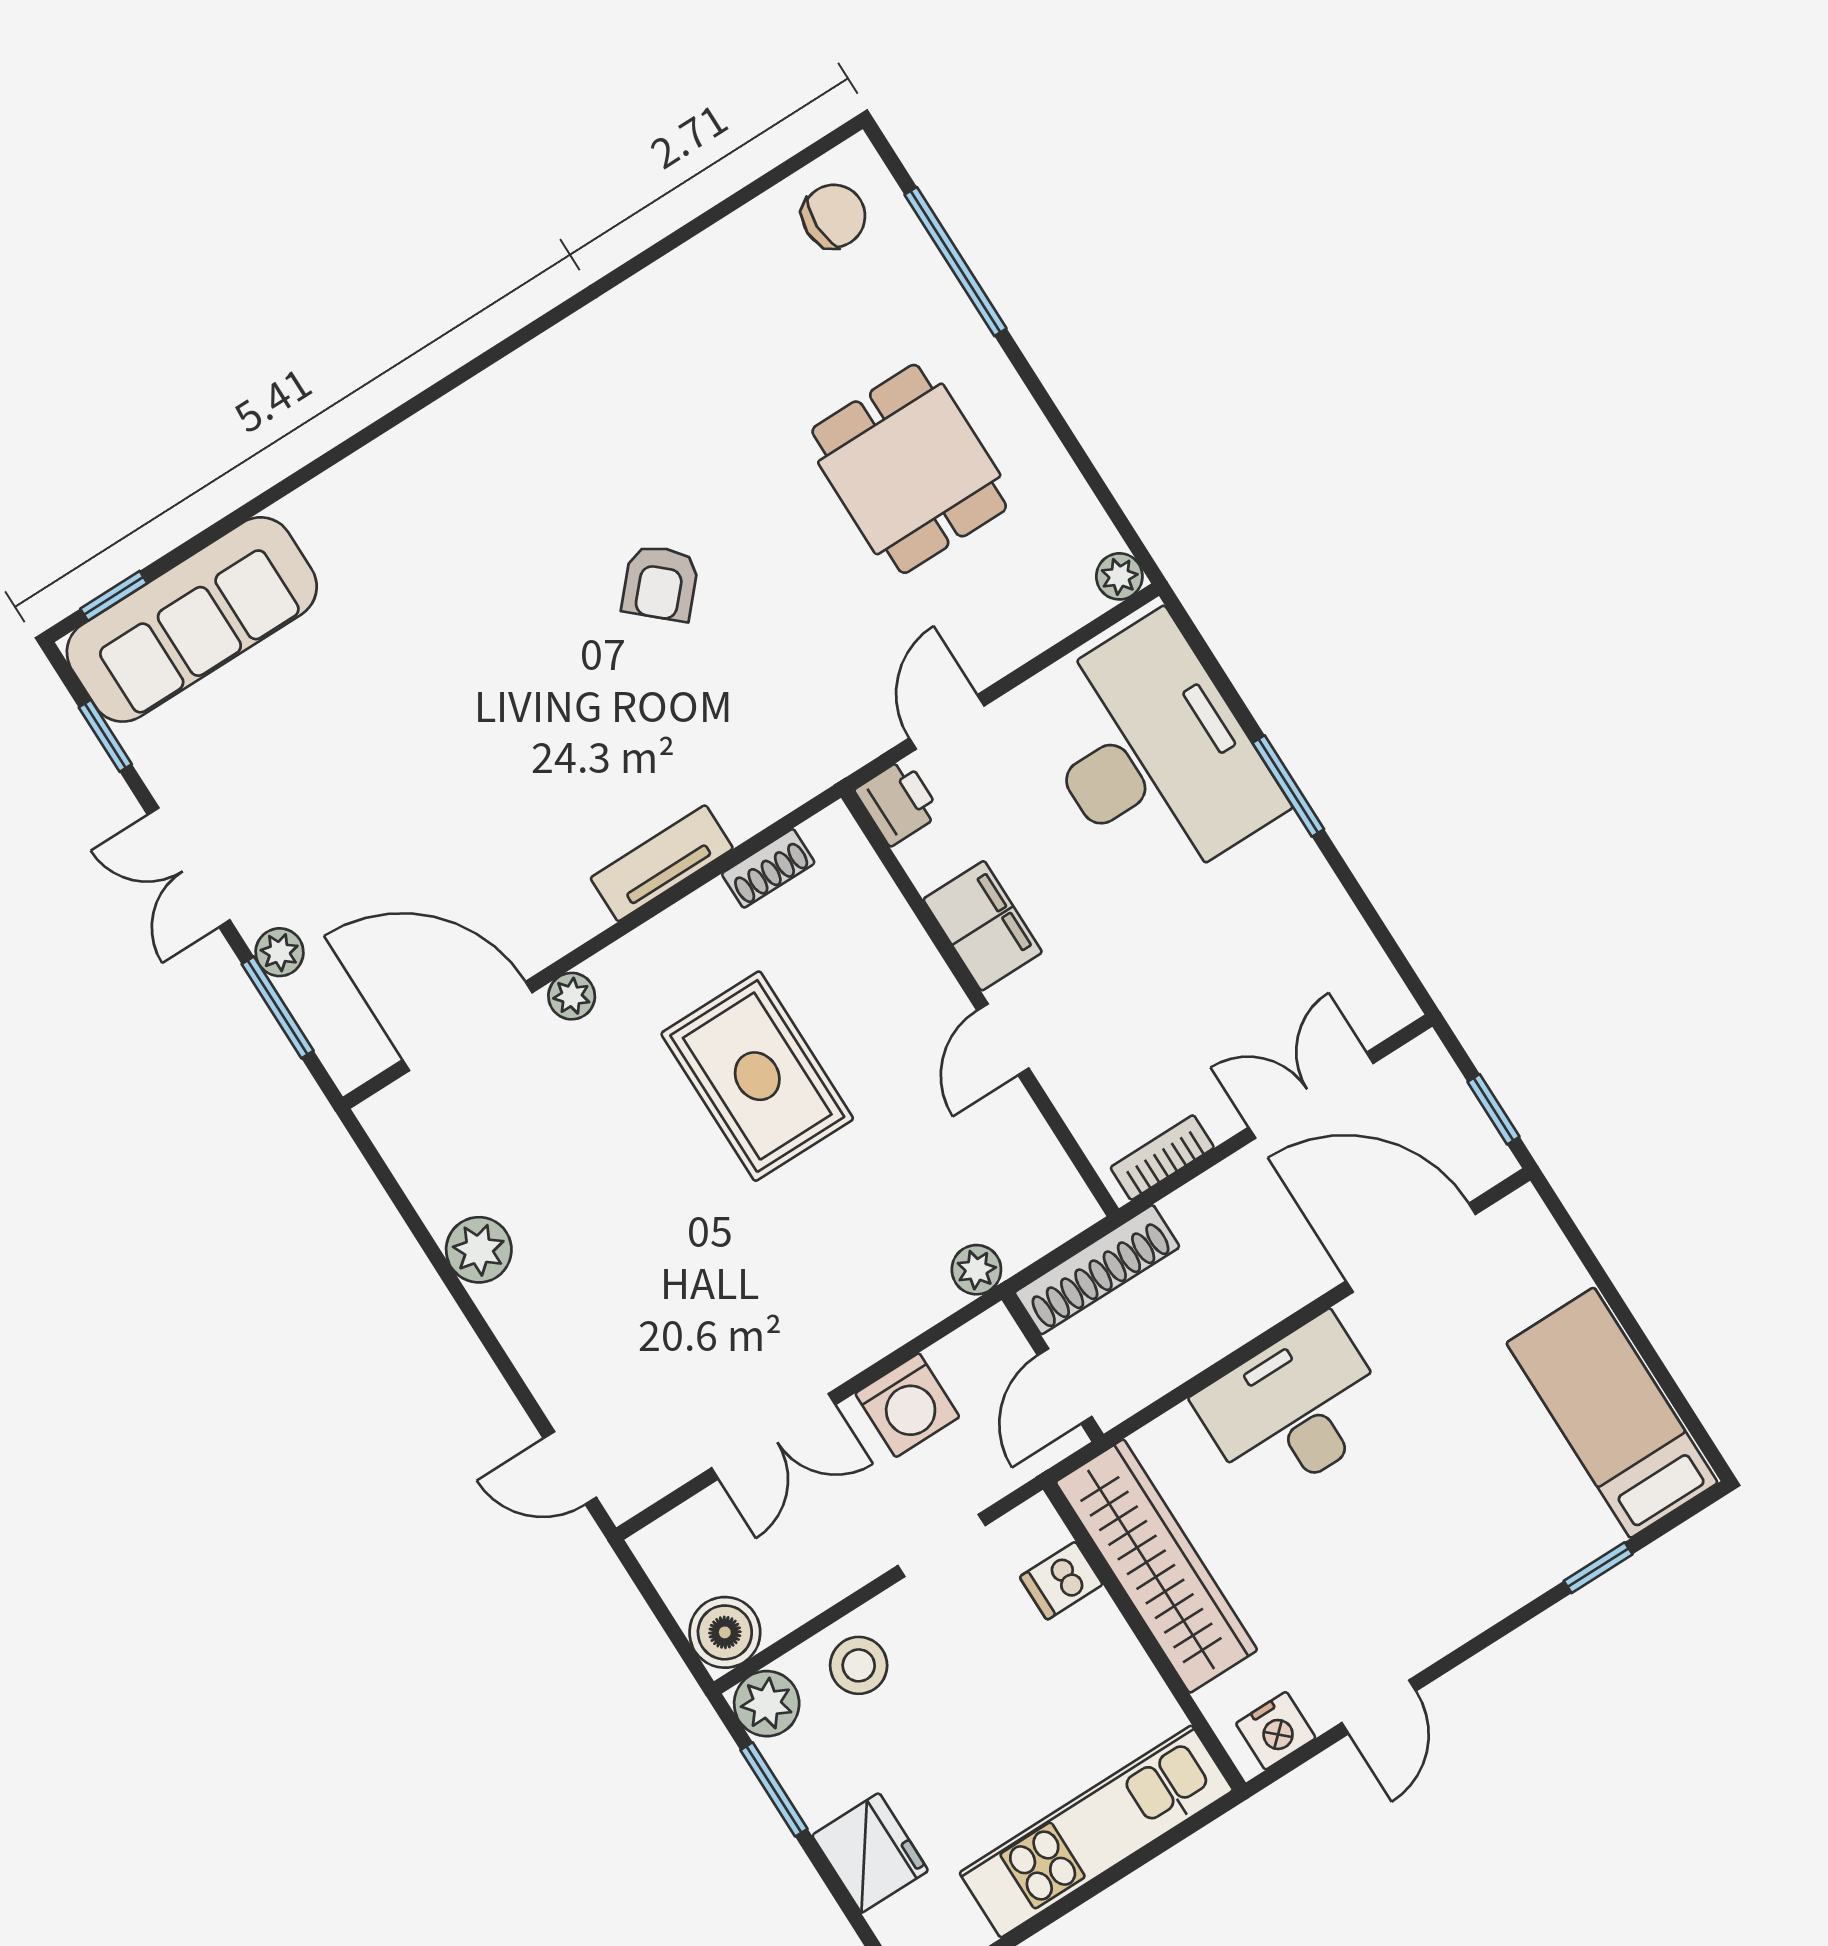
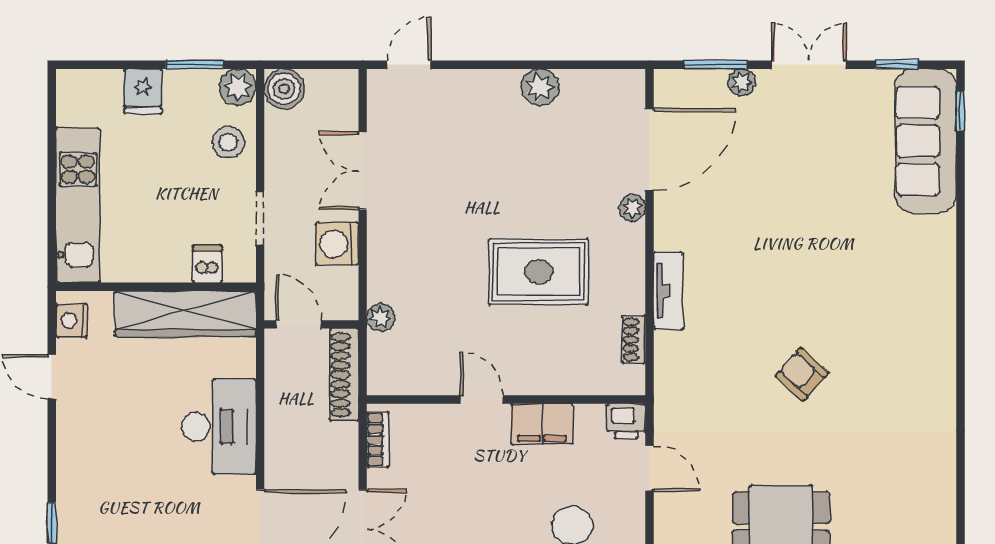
fridge: (870, 1853) -> (143, 91), width x0.72

